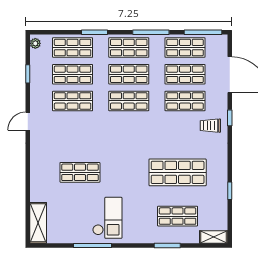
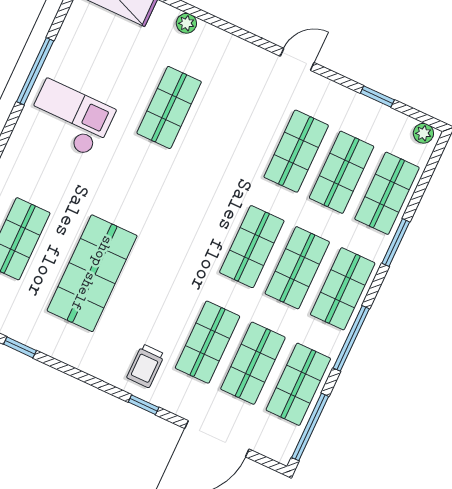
door: (28, 121) -> (297, 59), hinge flipped
trolley: (210, 126) -> (146, 366), turned 180
plant: (35, 183) -> (186, 23), added
checkout: (107, 218) -> (70, 118), turned 180

